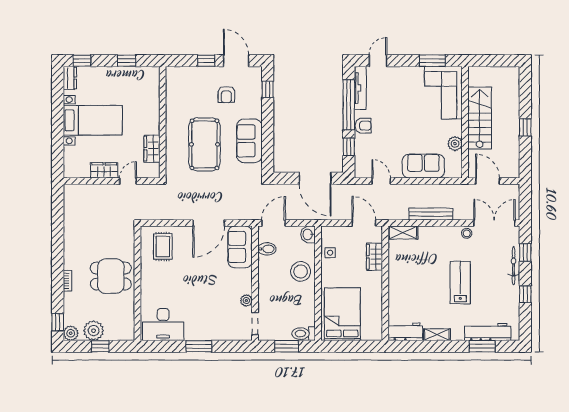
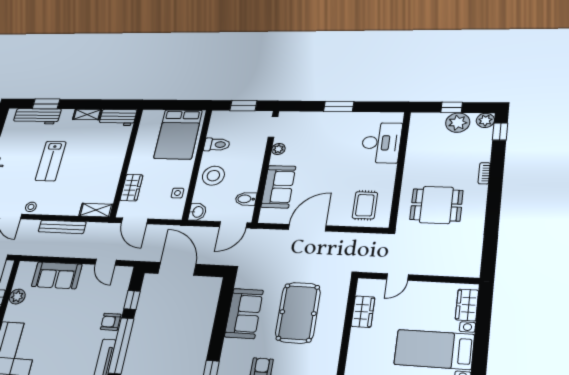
wardrobe: (104, 170) -> (467, 305), moved, turned 90
sofa: (240, 247) -> (278, 187), moved
dining table: (111, 276) -> (436, 205), moved
desk: (163, 324) -> (381, 143), moved, turned 90
toilet: (304, 334) -> (217, 145), moved

